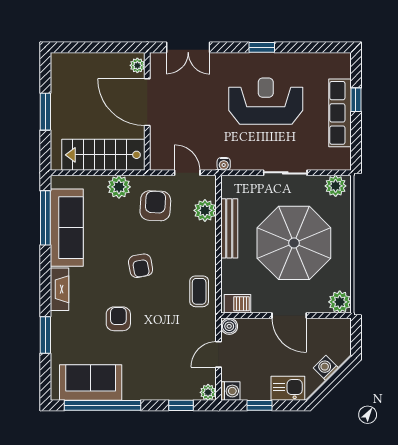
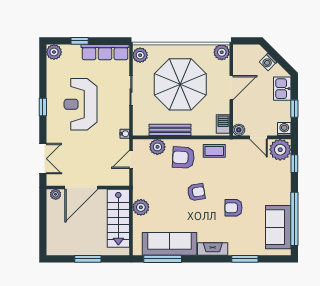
plant: (340, 63) -> (54, 52), added
row of seats: (340, 113) -> (105, 52), moved
armchair: (155, 206) -> (183, 157), moved
plant: (208, 392) -> (280, 150), width x1.88, depth x1.88

